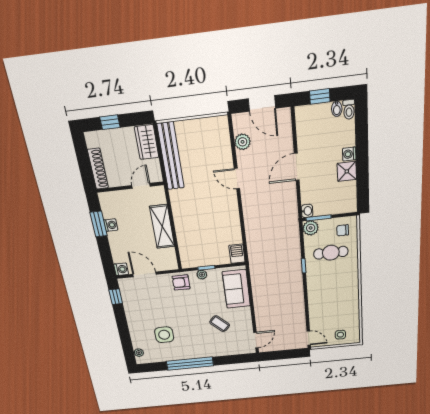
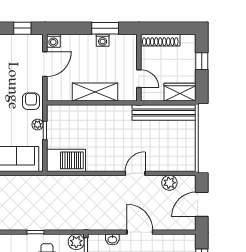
washbasin: (307, 211) -> (112, 239), moved
barbecue: (237, 254) -> (66, 160), width x1.88, depth x1.53

